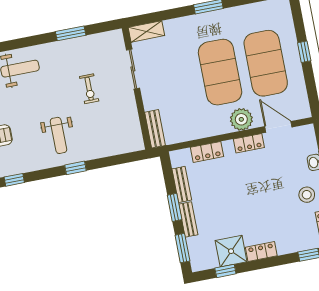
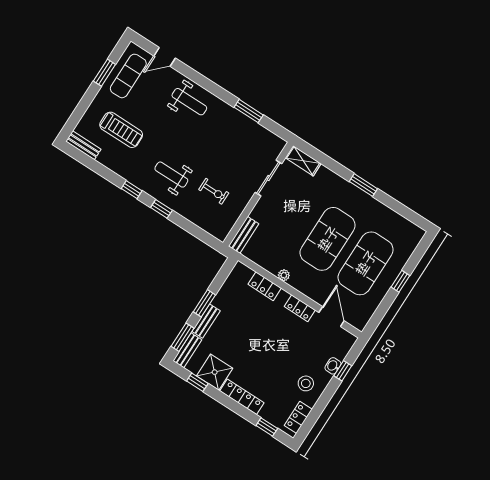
exercise bike: (89, 89) -> (214, 191), moved, turned -90
plant: (241, 119) -> (284, 275), moved, width x0.53, depth x0.53
weight bench: (58, 135) -> (171, 175), turned 90
window: (14, 180) -> (132, 190), moved
bench: (182, 184) -> (187, 350), moved
locker: (261, 252) -> (242, 397), width x1.53

